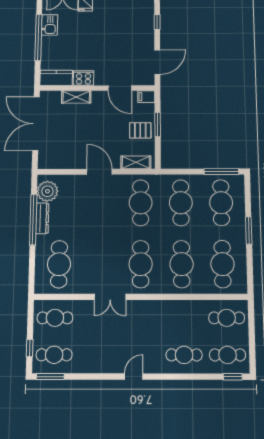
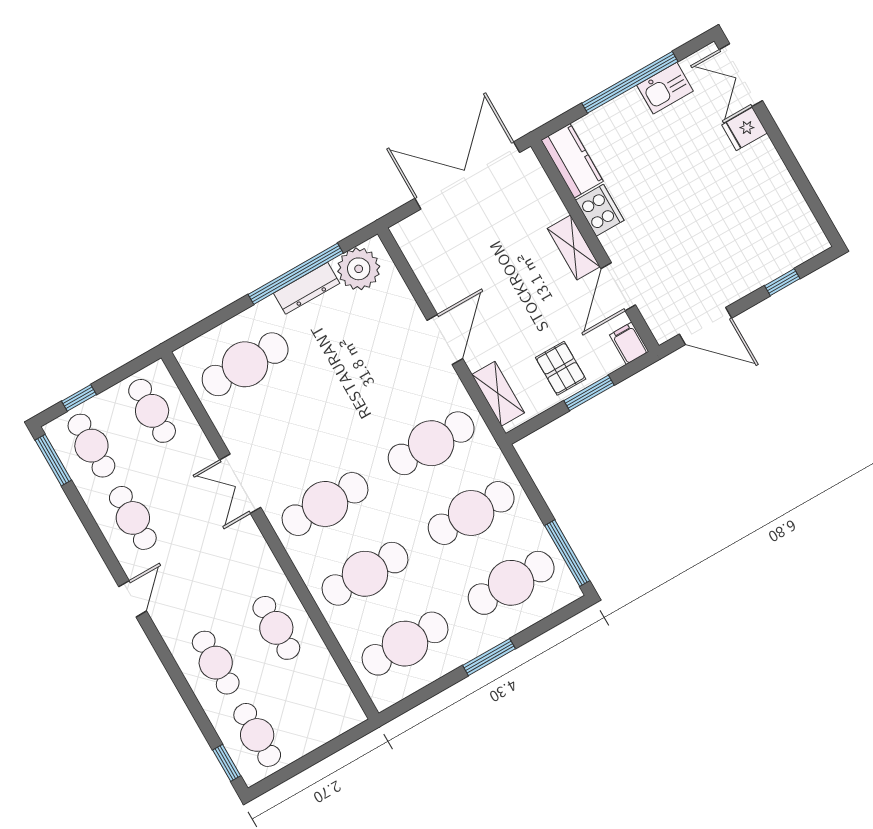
shelving: (76, 97) -> (574, 248), moved
cafe table: (227, 318) -> (276, 628), moved
cafe table: (97, 355) -> (133, 518), added
door: (134, 377) -> (133, 599), hinge flipped

